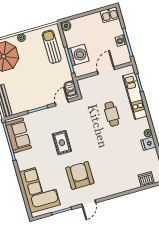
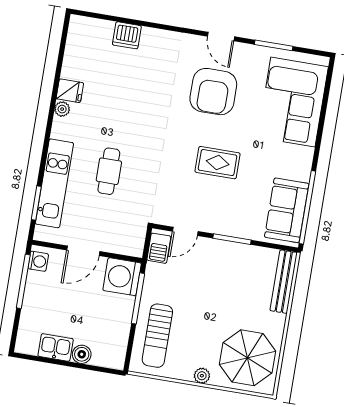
kitchen sink: (110, 15) -> (56, 347), moved
boiler: (66, 26) -> (82, 354), moved
washing machine: (121, 41) -> (38, 261), moved
washing machine: (78, 55) -> (122, 277), moved
rug: (62, 143) -> (218, 163), turned 90
dishwasher: (146, 179) -> (127, 35), moved
door: (89, 203) -> (221, 36), swing flipped

